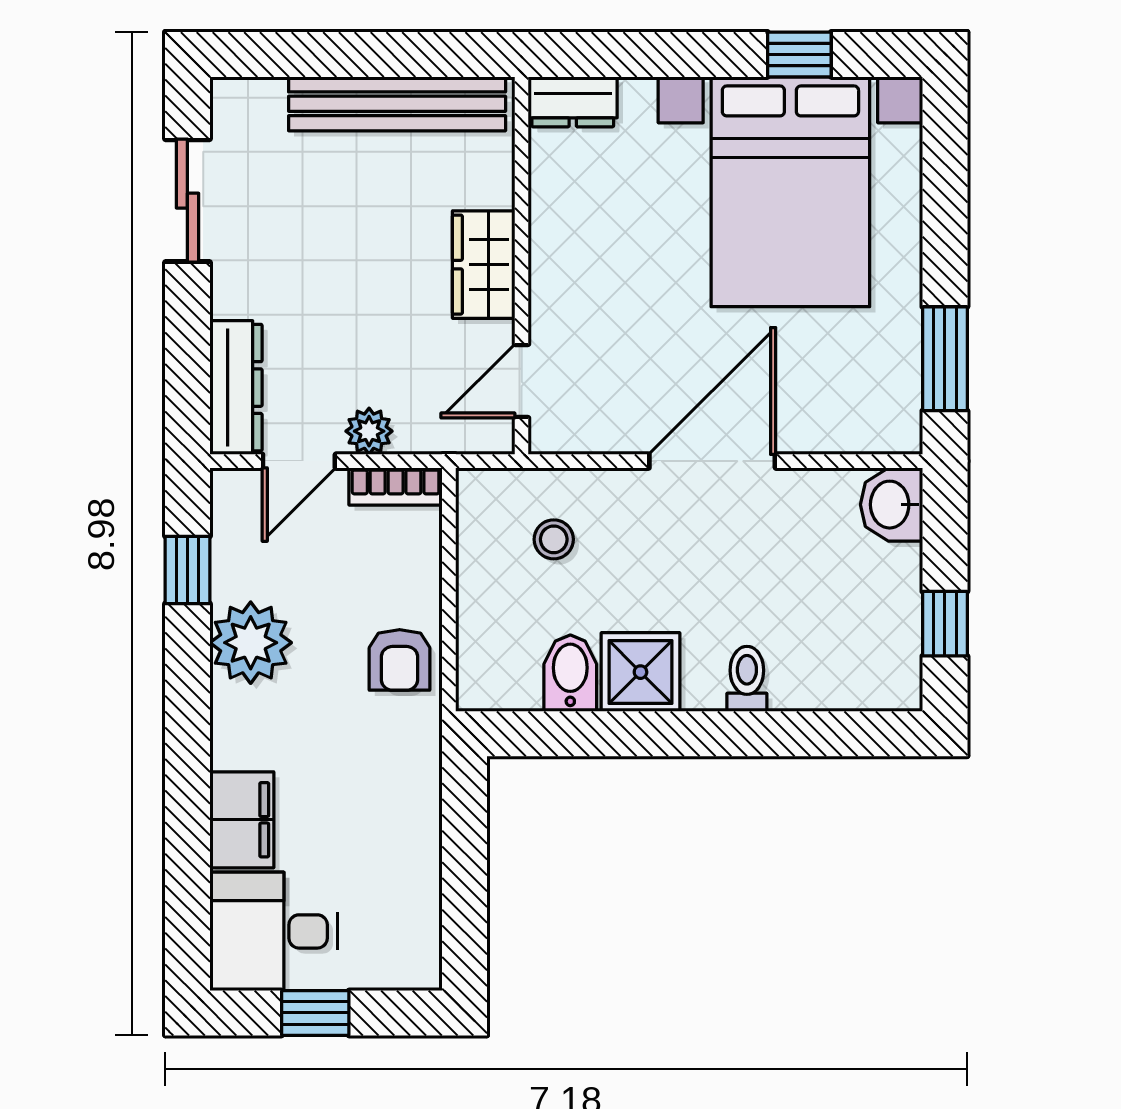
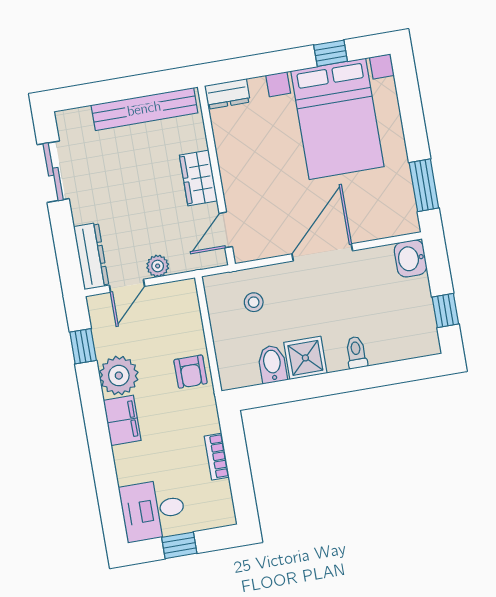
bookcase: (396, 486) -> (217, 457), moved, turned 90
filing cabinet: (242, 820) -> (122, 420), moved

